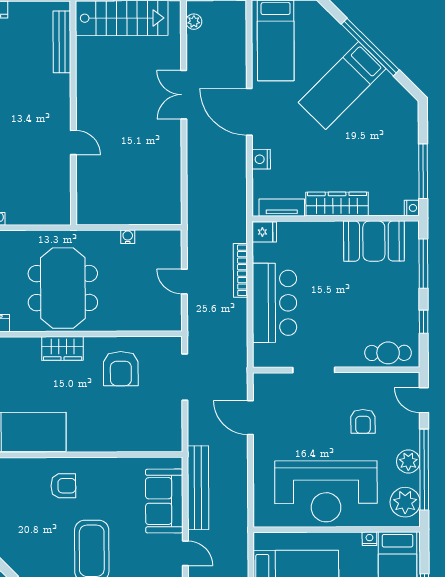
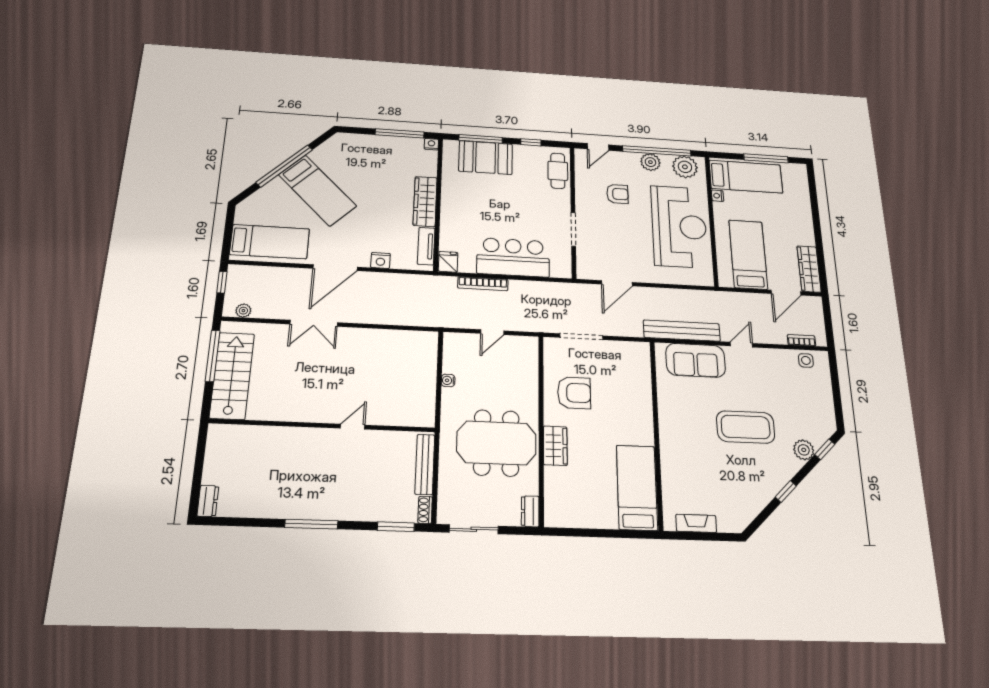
bench: (62, 42) -> (425, 464), moved, turned 90
booth: (374, 241) -> (486, 158), moved, turned 90
armchair: (63, 486) -> (687, 451), removed

